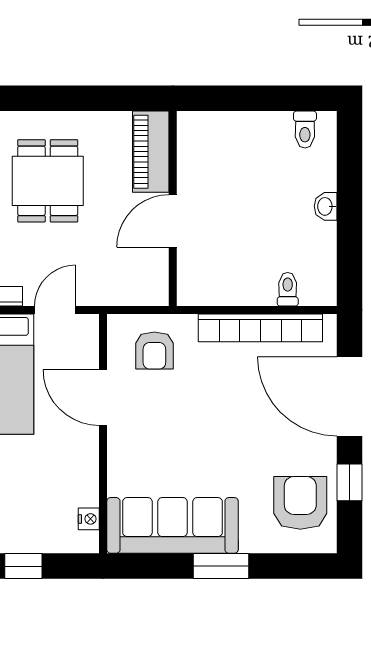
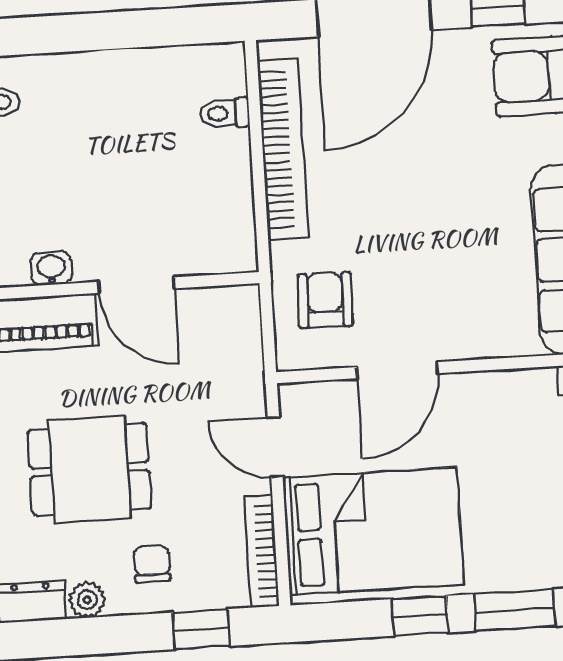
washbasin: (326, 206) -> (51, 268), moved, turned 180
armchair: (154, 351) -> (325, 300), turned -89

